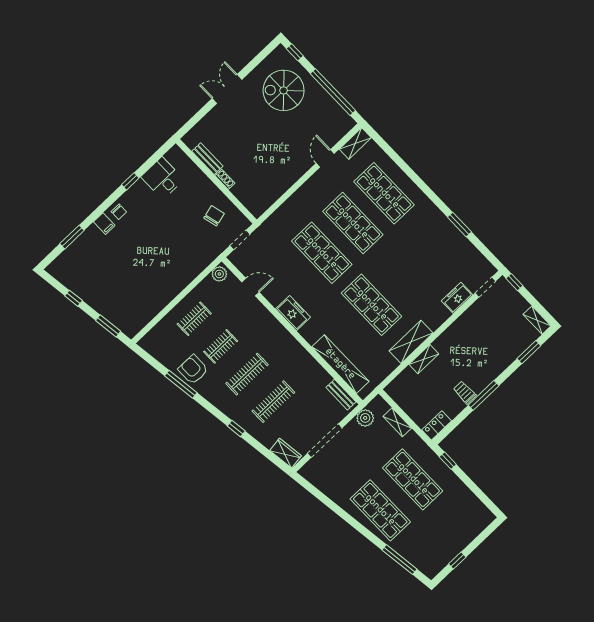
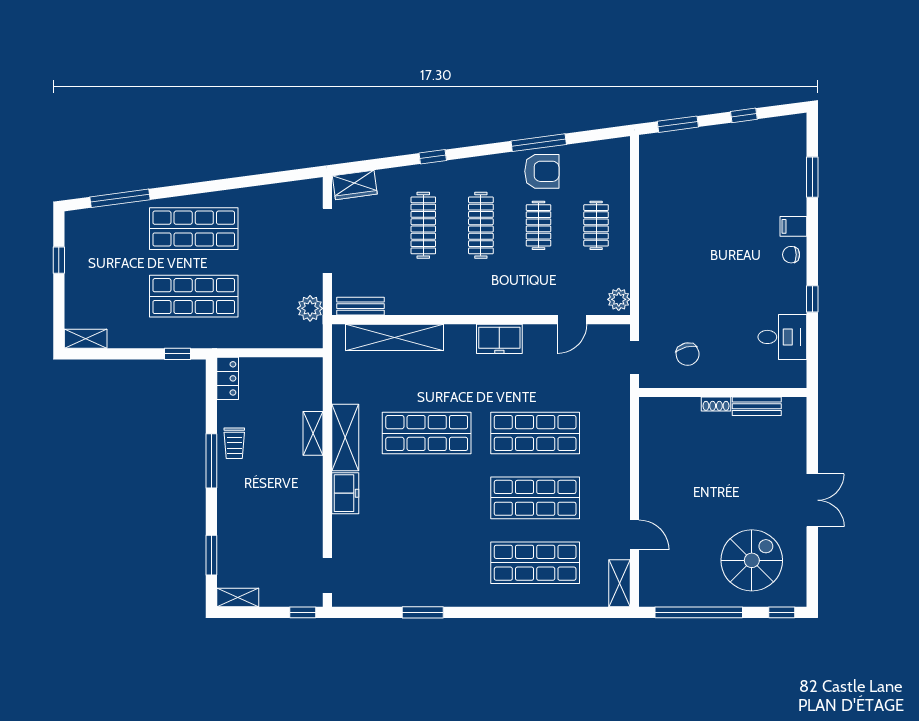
freezer: (457, 298) -> (345, 493), moved
trolley: (465, 392) -> (234, 443), turned 90
shelving: (397, 422) -> (86, 339), moved

